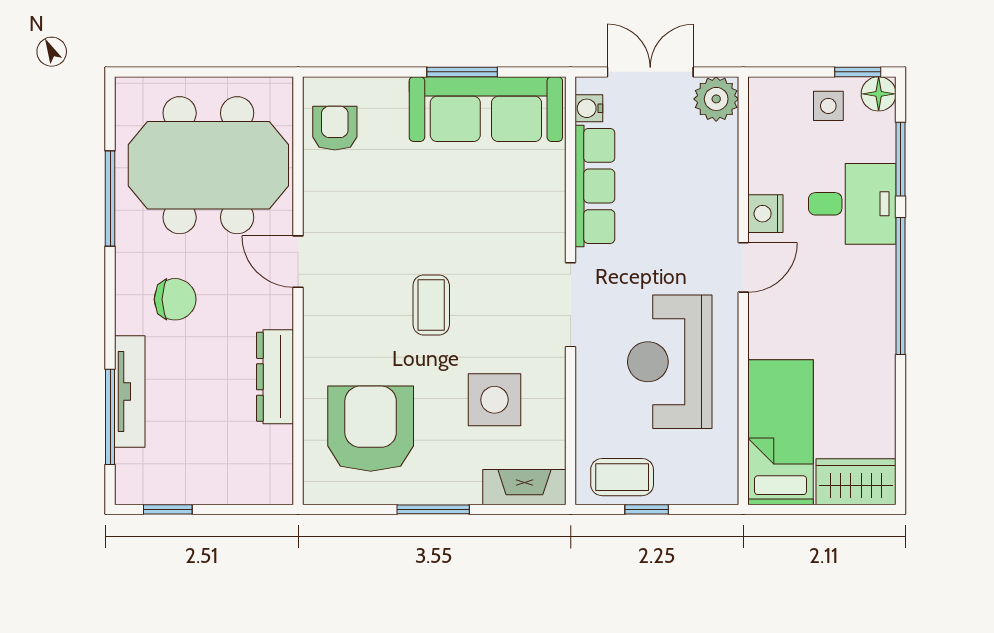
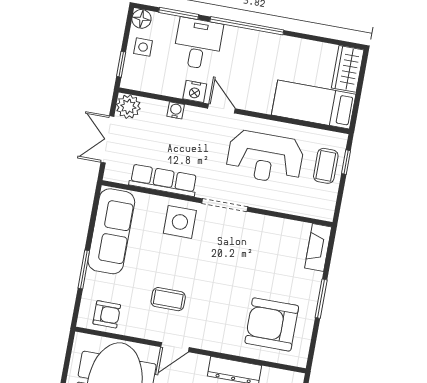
window: (462, 72) -> (84, 269), moved
window: (858, 72) -> (121, 64), moved
water cooler: (589, 108) -> (176, 110), moved, turned 180
armchair: (335, 128) -> (107, 314), turned 180
coffee table: (431, 305) -> (168, 299), moved
side table: (494, 400) -> (180, 222), moved
coffee table: (622, 477) -> (326, 166), moved
window: (647, 509) -> (346, 162), moved

